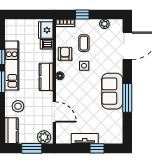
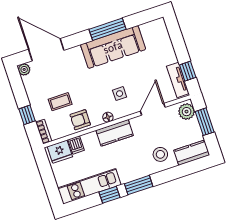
plant: (104, 24) -> (24, 69), moved
kitchen unit: (12, 66) -> (89, 186), moved
side table: (84, 66) -> (120, 94), moved
sofa: (112, 91) -> (113, 47), width x1.36
tv unit: (85, 139) -> (178, 80), moved
window: (97, 148) -> (188, 71), moved

